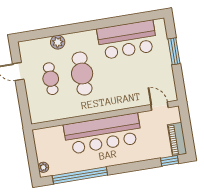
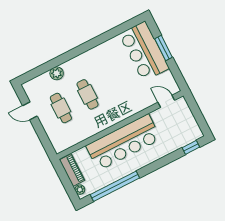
bar counter: (127, 40) -> (144, 51), moved, turned 90
cafe table: (82, 74) -> (88, 94), width x0.73, depth x0.74
piano: (177, 139) -> (72, 170), moved, turned 180

